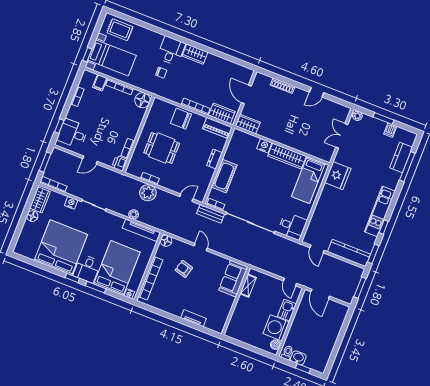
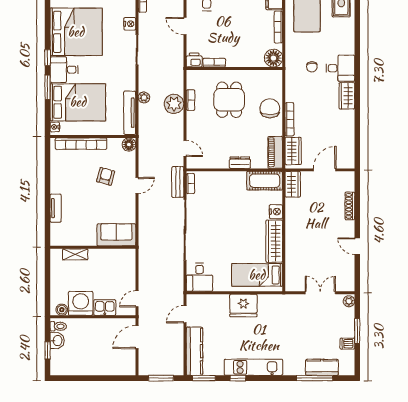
cot: (224, 176) -> (265, 181), moved
fridge: (338, 176) -> (243, 305), moved
shelving: (248, 286) -> (75, 254), moved

